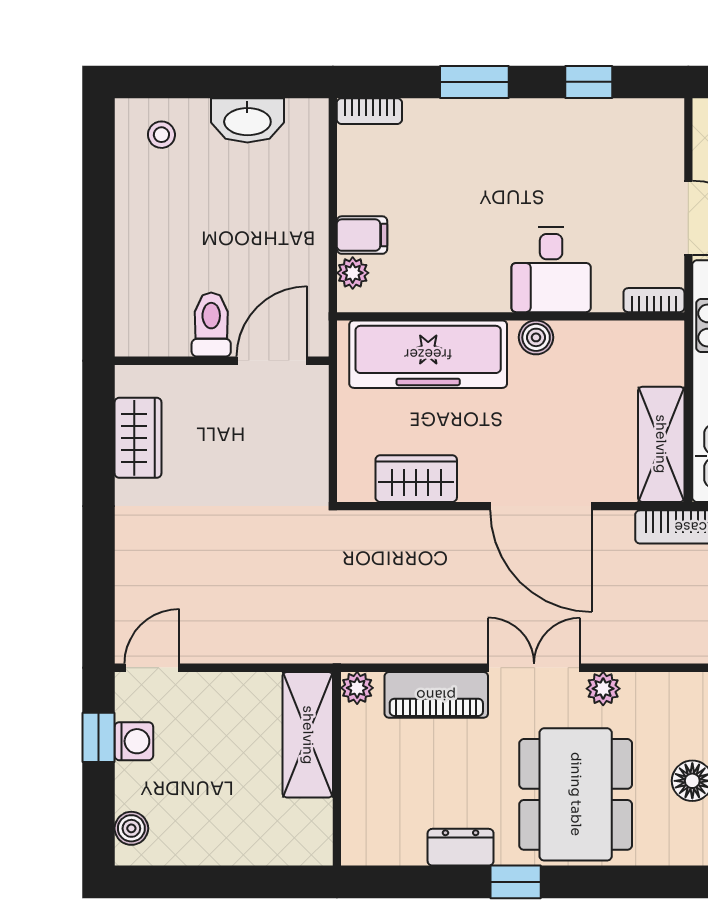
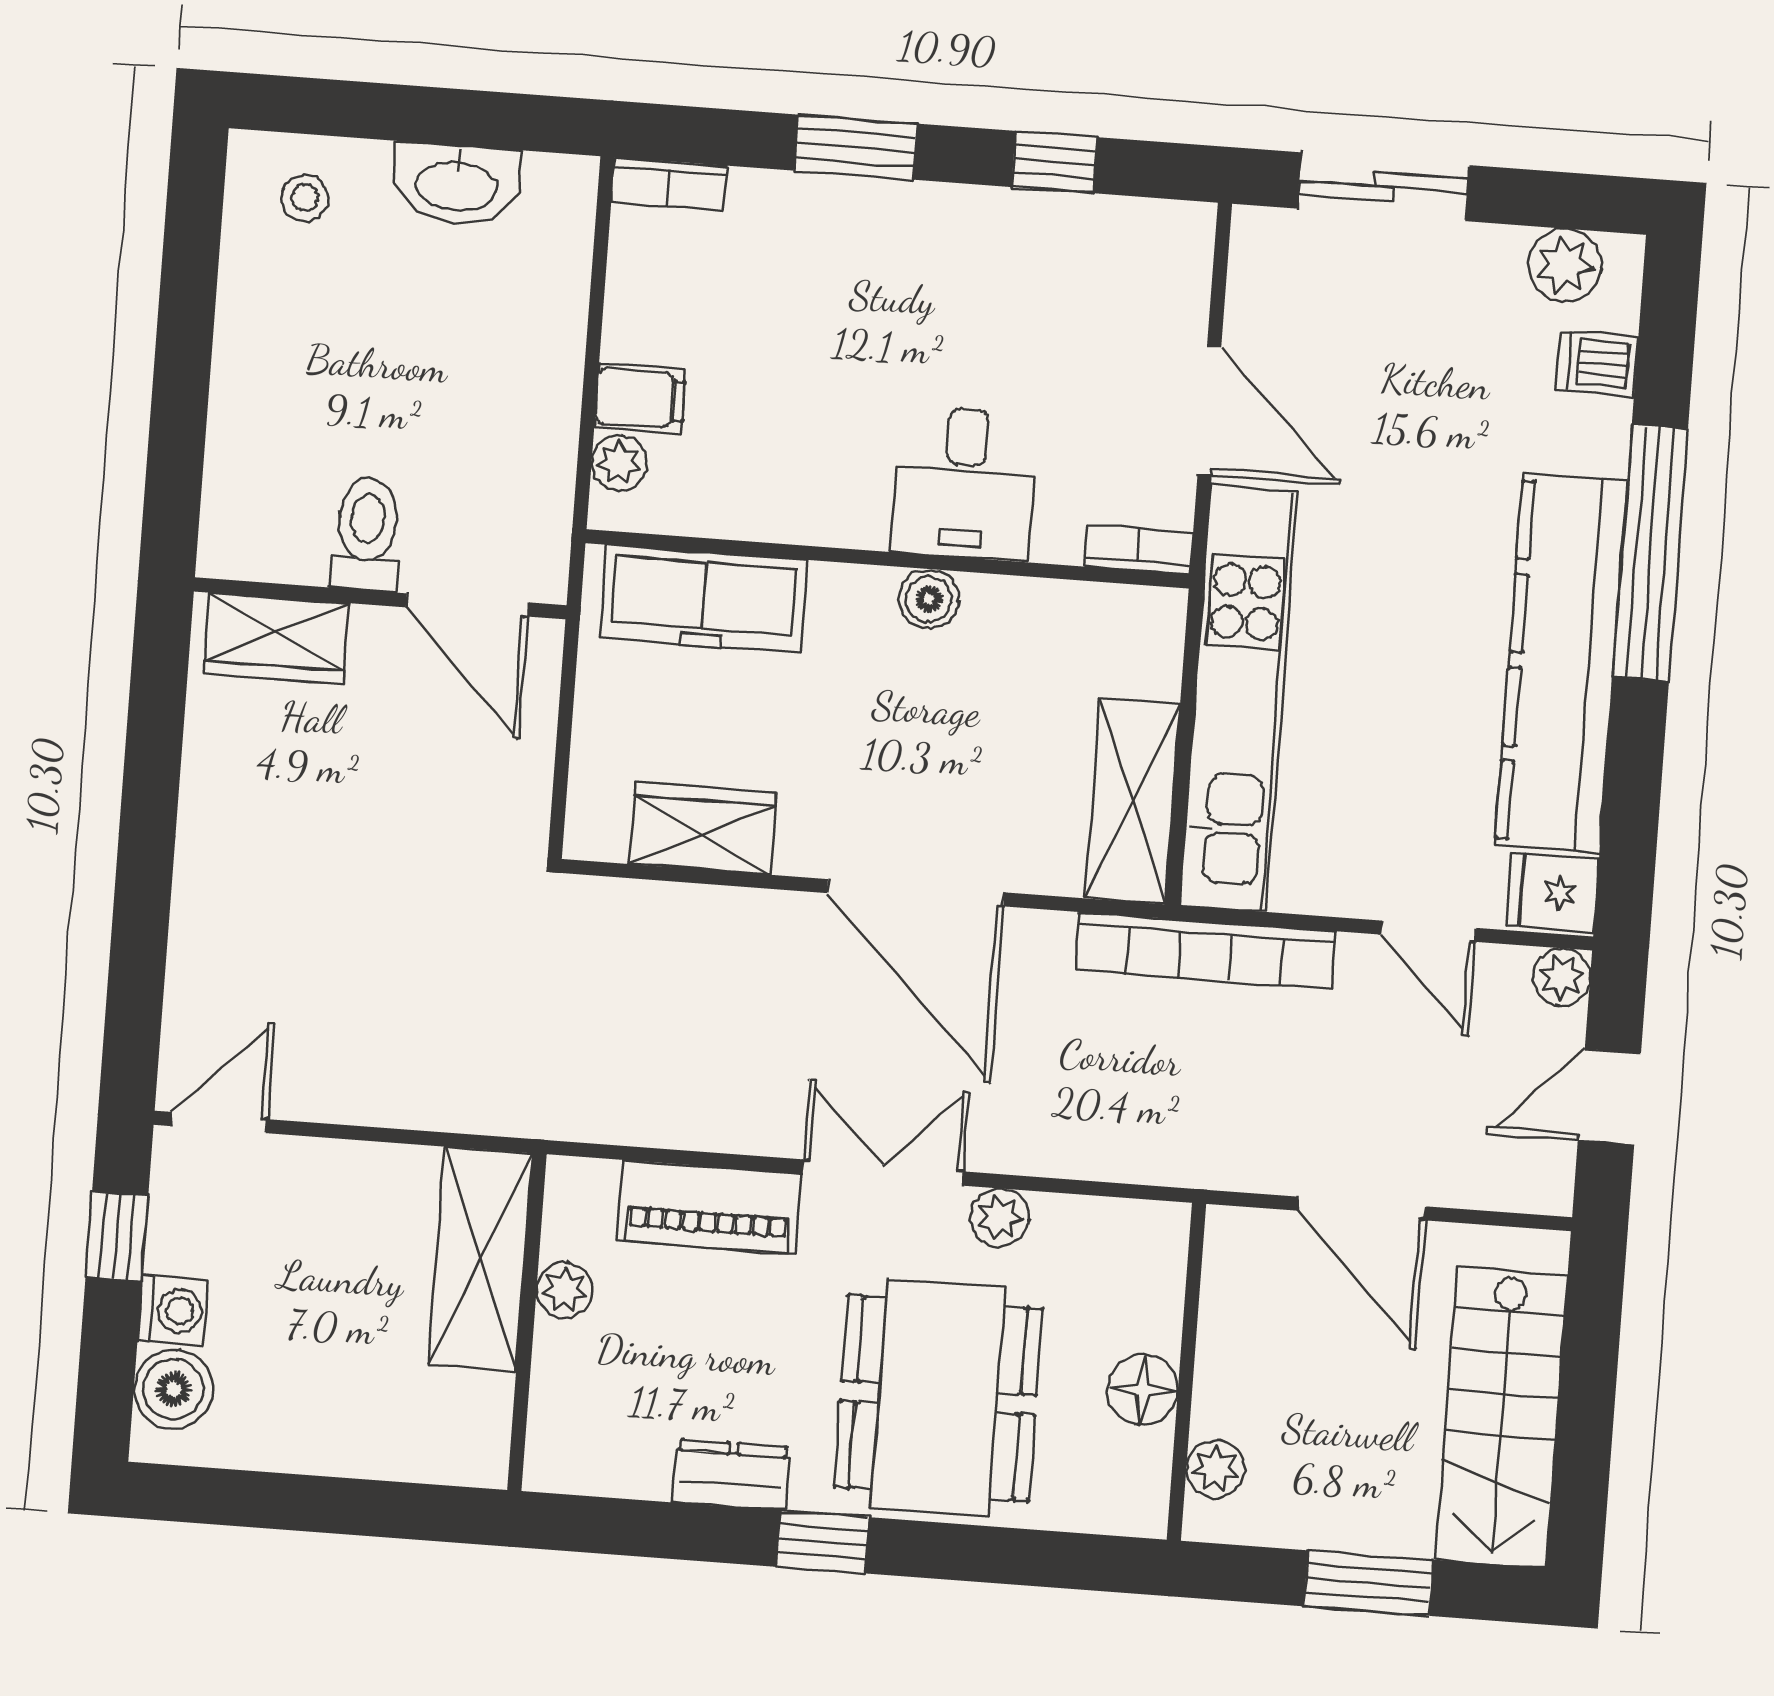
freezer: (428, 354) -> (704, 599), width x0.73, depth x0.79
door: (272, 361) -> (467, 605), swing flipped
wardrobe: (138, 438) -> (276, 638), moved, turned 90
plant: (357, 688) -> (564, 1290), moved
washing machine: (134, 741) -> (173, 1310), moved
boiler: (131, 828) -> (173, 1389), width x1.36, depth x1.36

